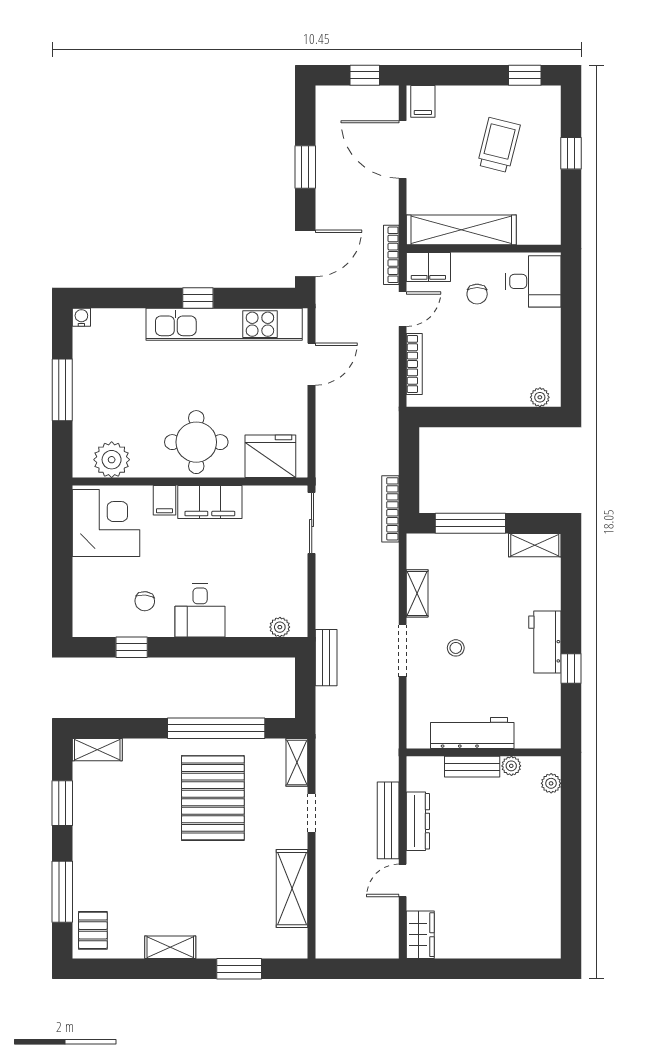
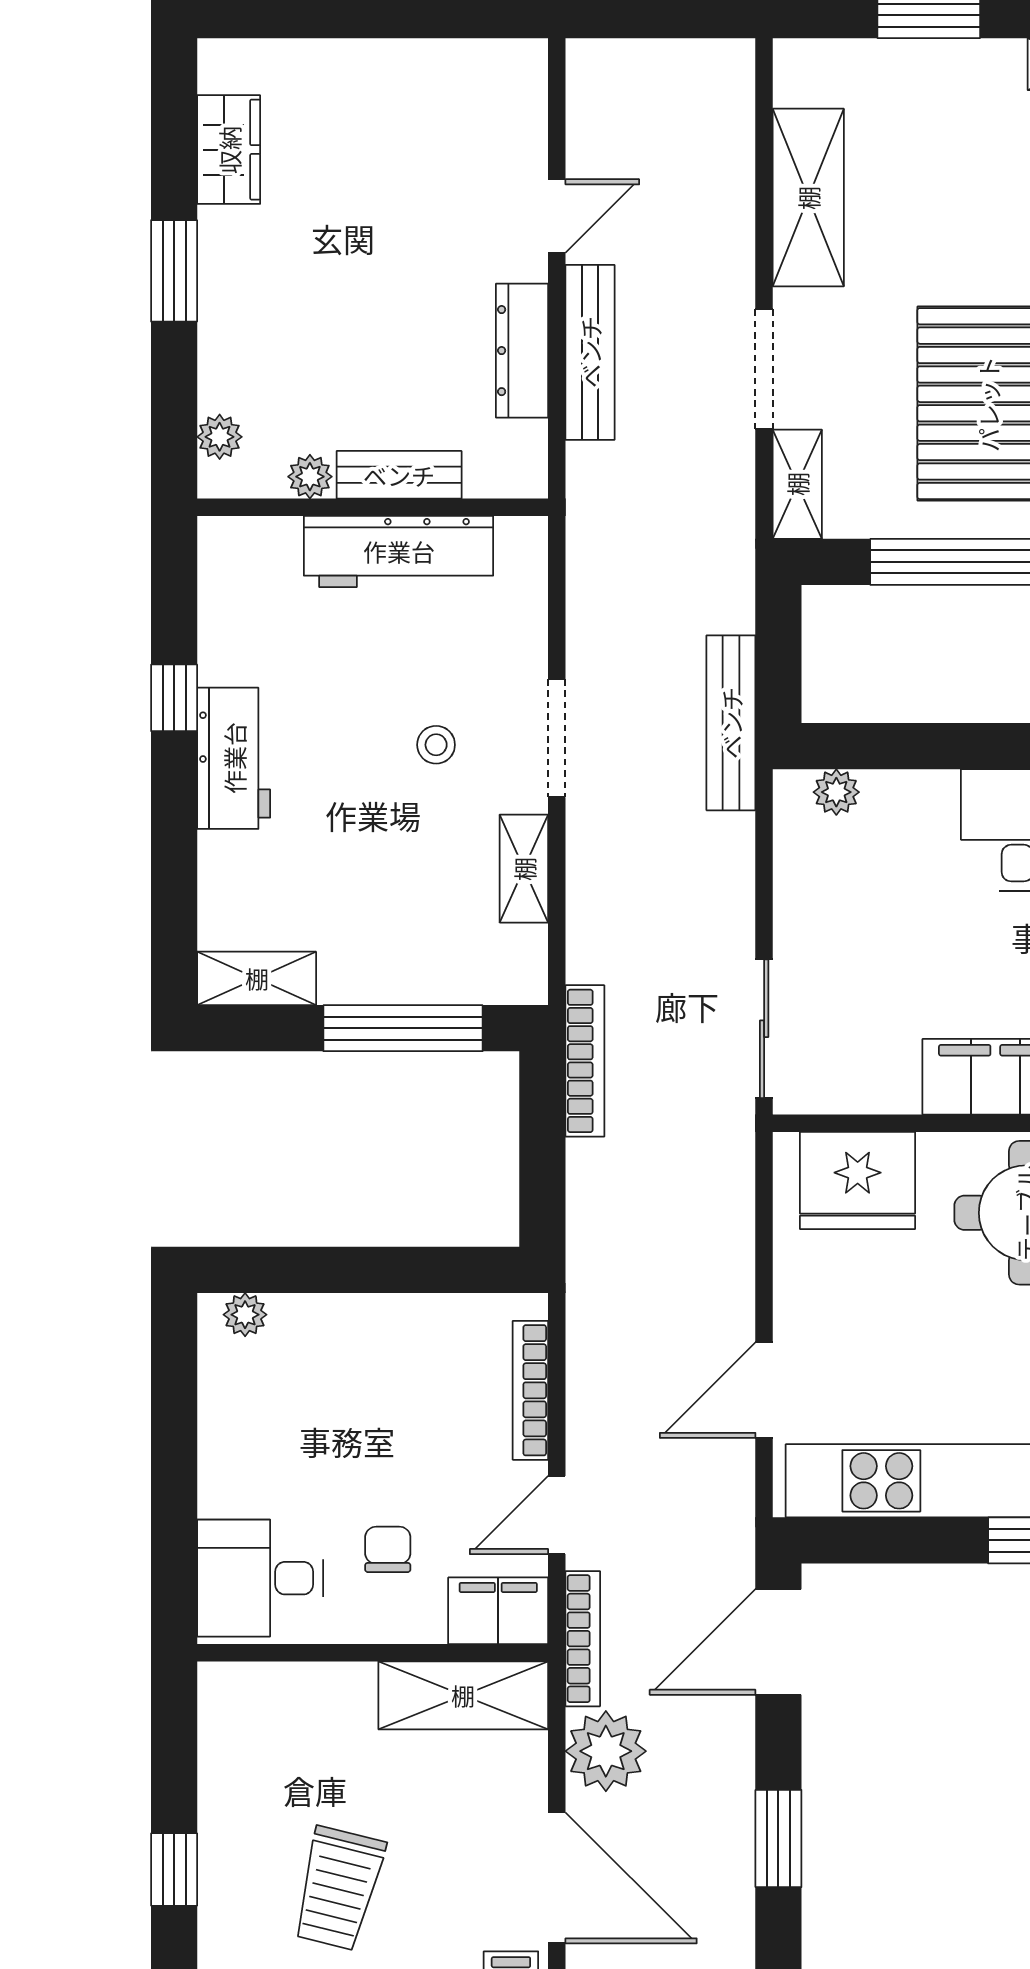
plant: (381, 205) -> (606, 1751), added
shelving: (461, 230) -> (463, 1695), width x0.68
bench: (326, 658) -> (731, 723), width x1.36
doorway: (312, 813) -> (764, 369), width x1.38
window: (571, 856) -> (174, 271), added
wardrobe: (420, 935) -> (229, 150), moved, turned 180

